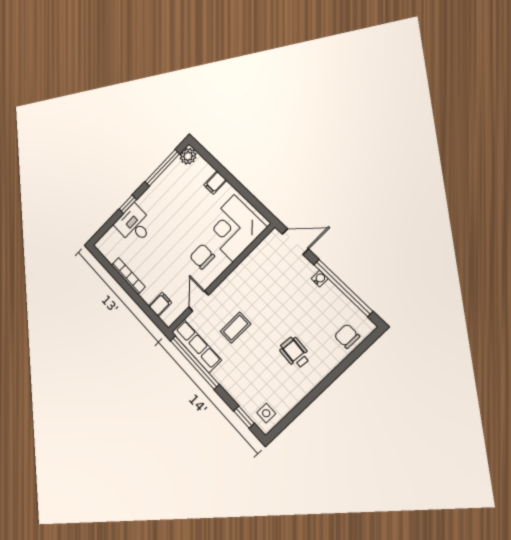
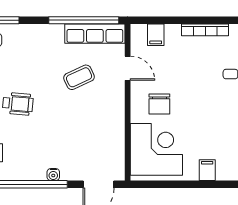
chair: (202, 257) -> (159, 104), turned 90
coffee table: (236, 328) -> (79, 77), turned 65

